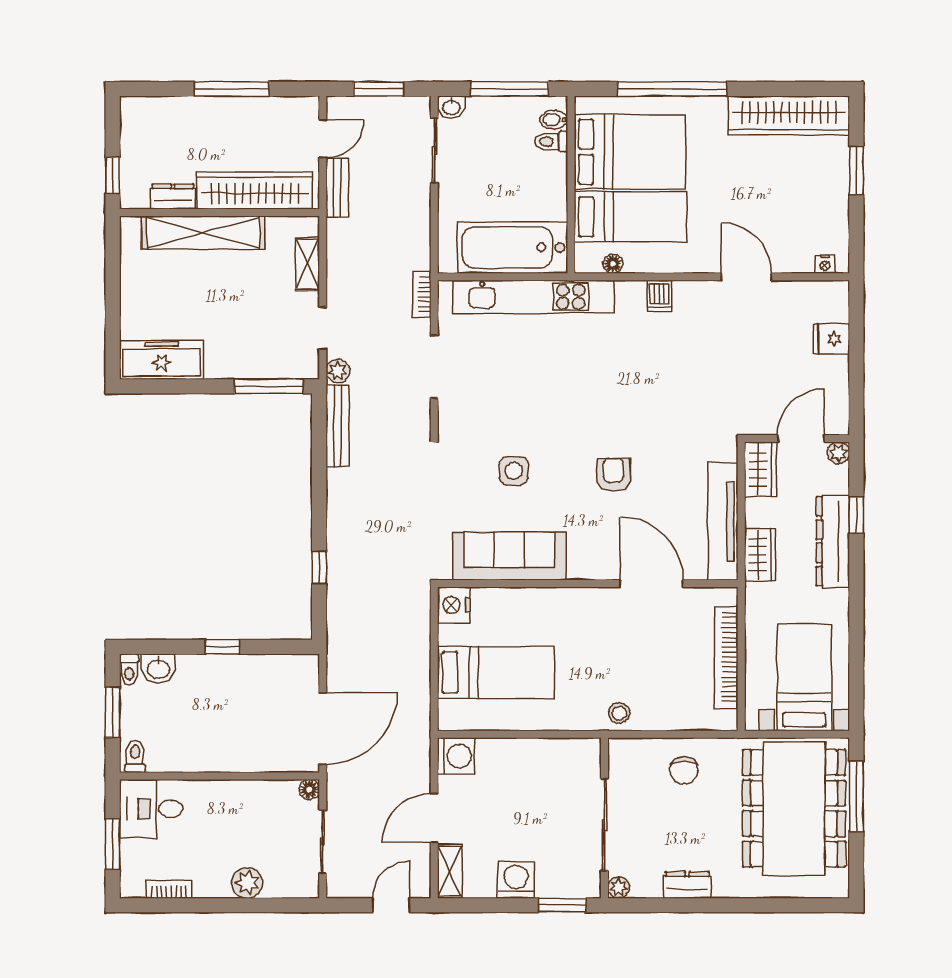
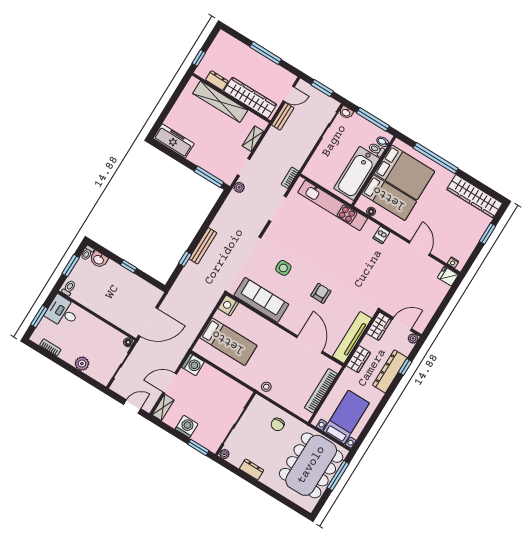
bathtub: (513, 247) -> (357, 173), moved, turned -90
fridge: (831, 339) -> (448, 276), moved
bench: (338, 426) -> (203, 246), moved

